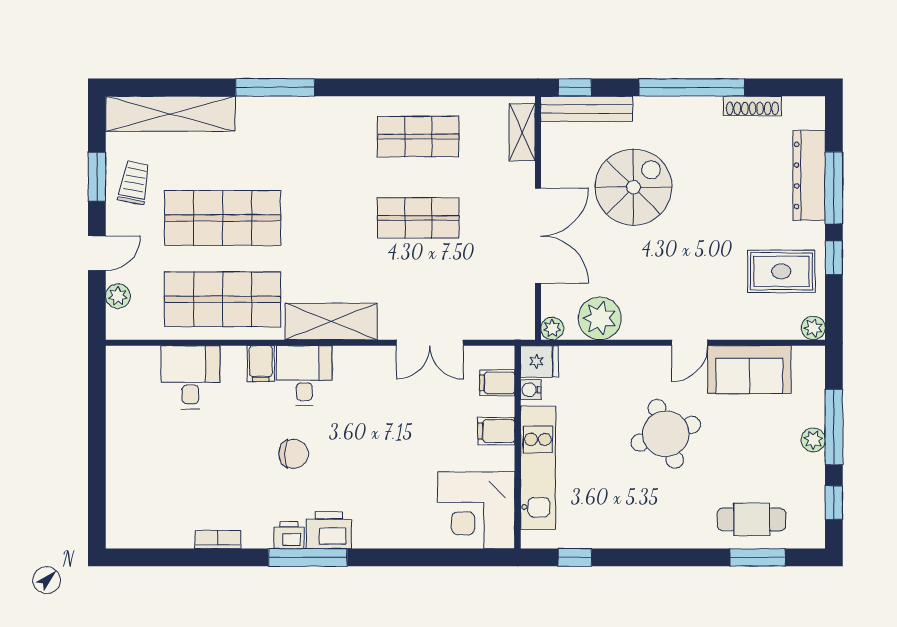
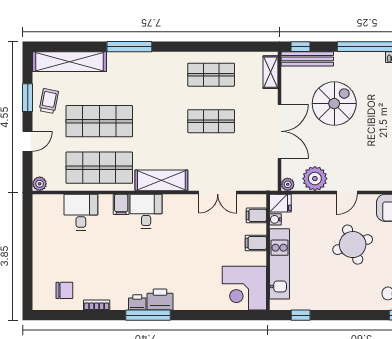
plant: (118, 296) -> (40, 184), moved
door: (690, 343) -> (347, 192), moved
chair: (293, 454) -> (64, 290), moved

